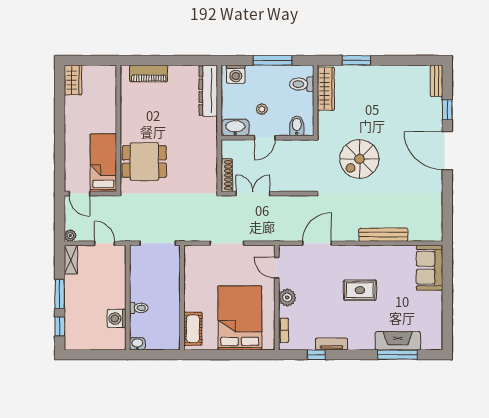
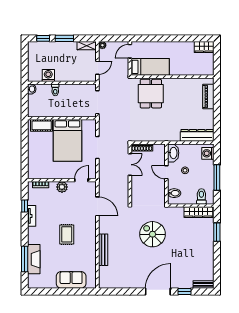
sofa: (430, 268) -> (71, 280), moved
bed: (240, 318) -> (67, 140), moved, turned 90

